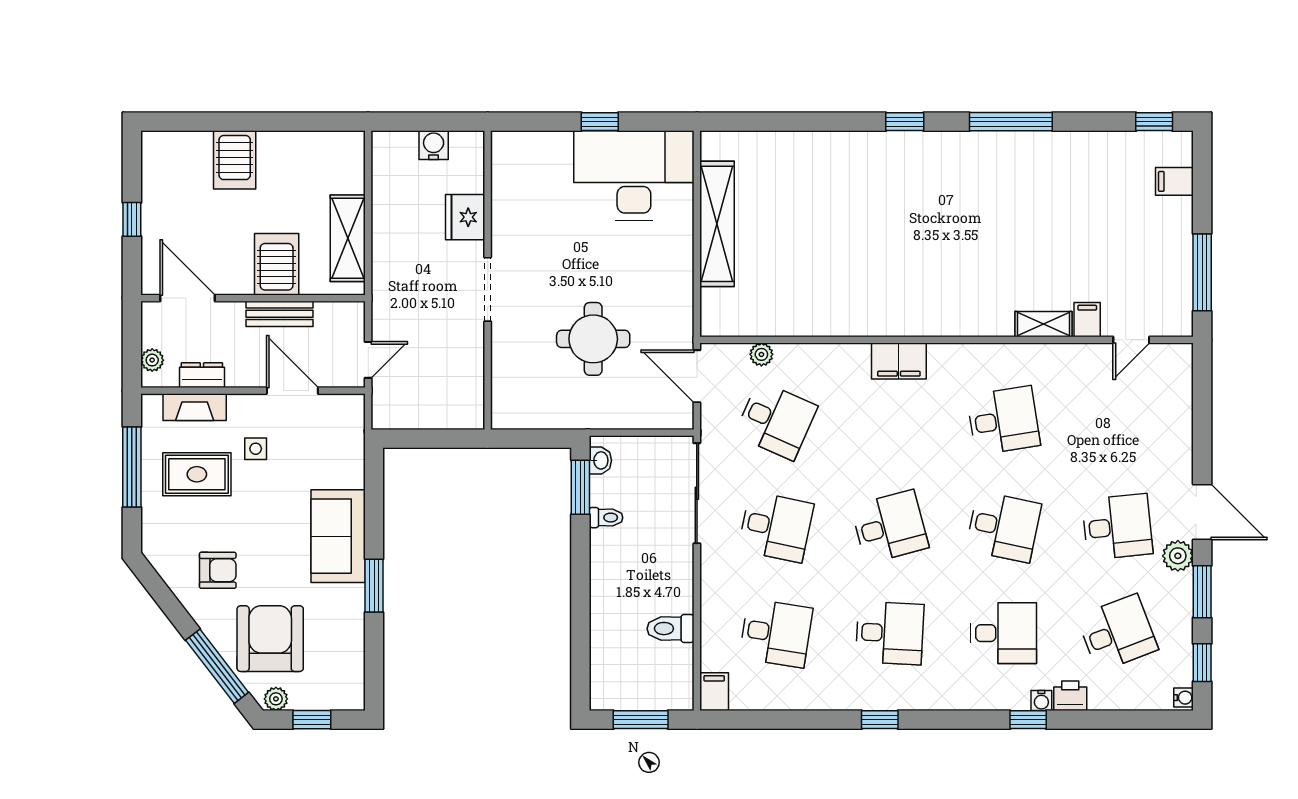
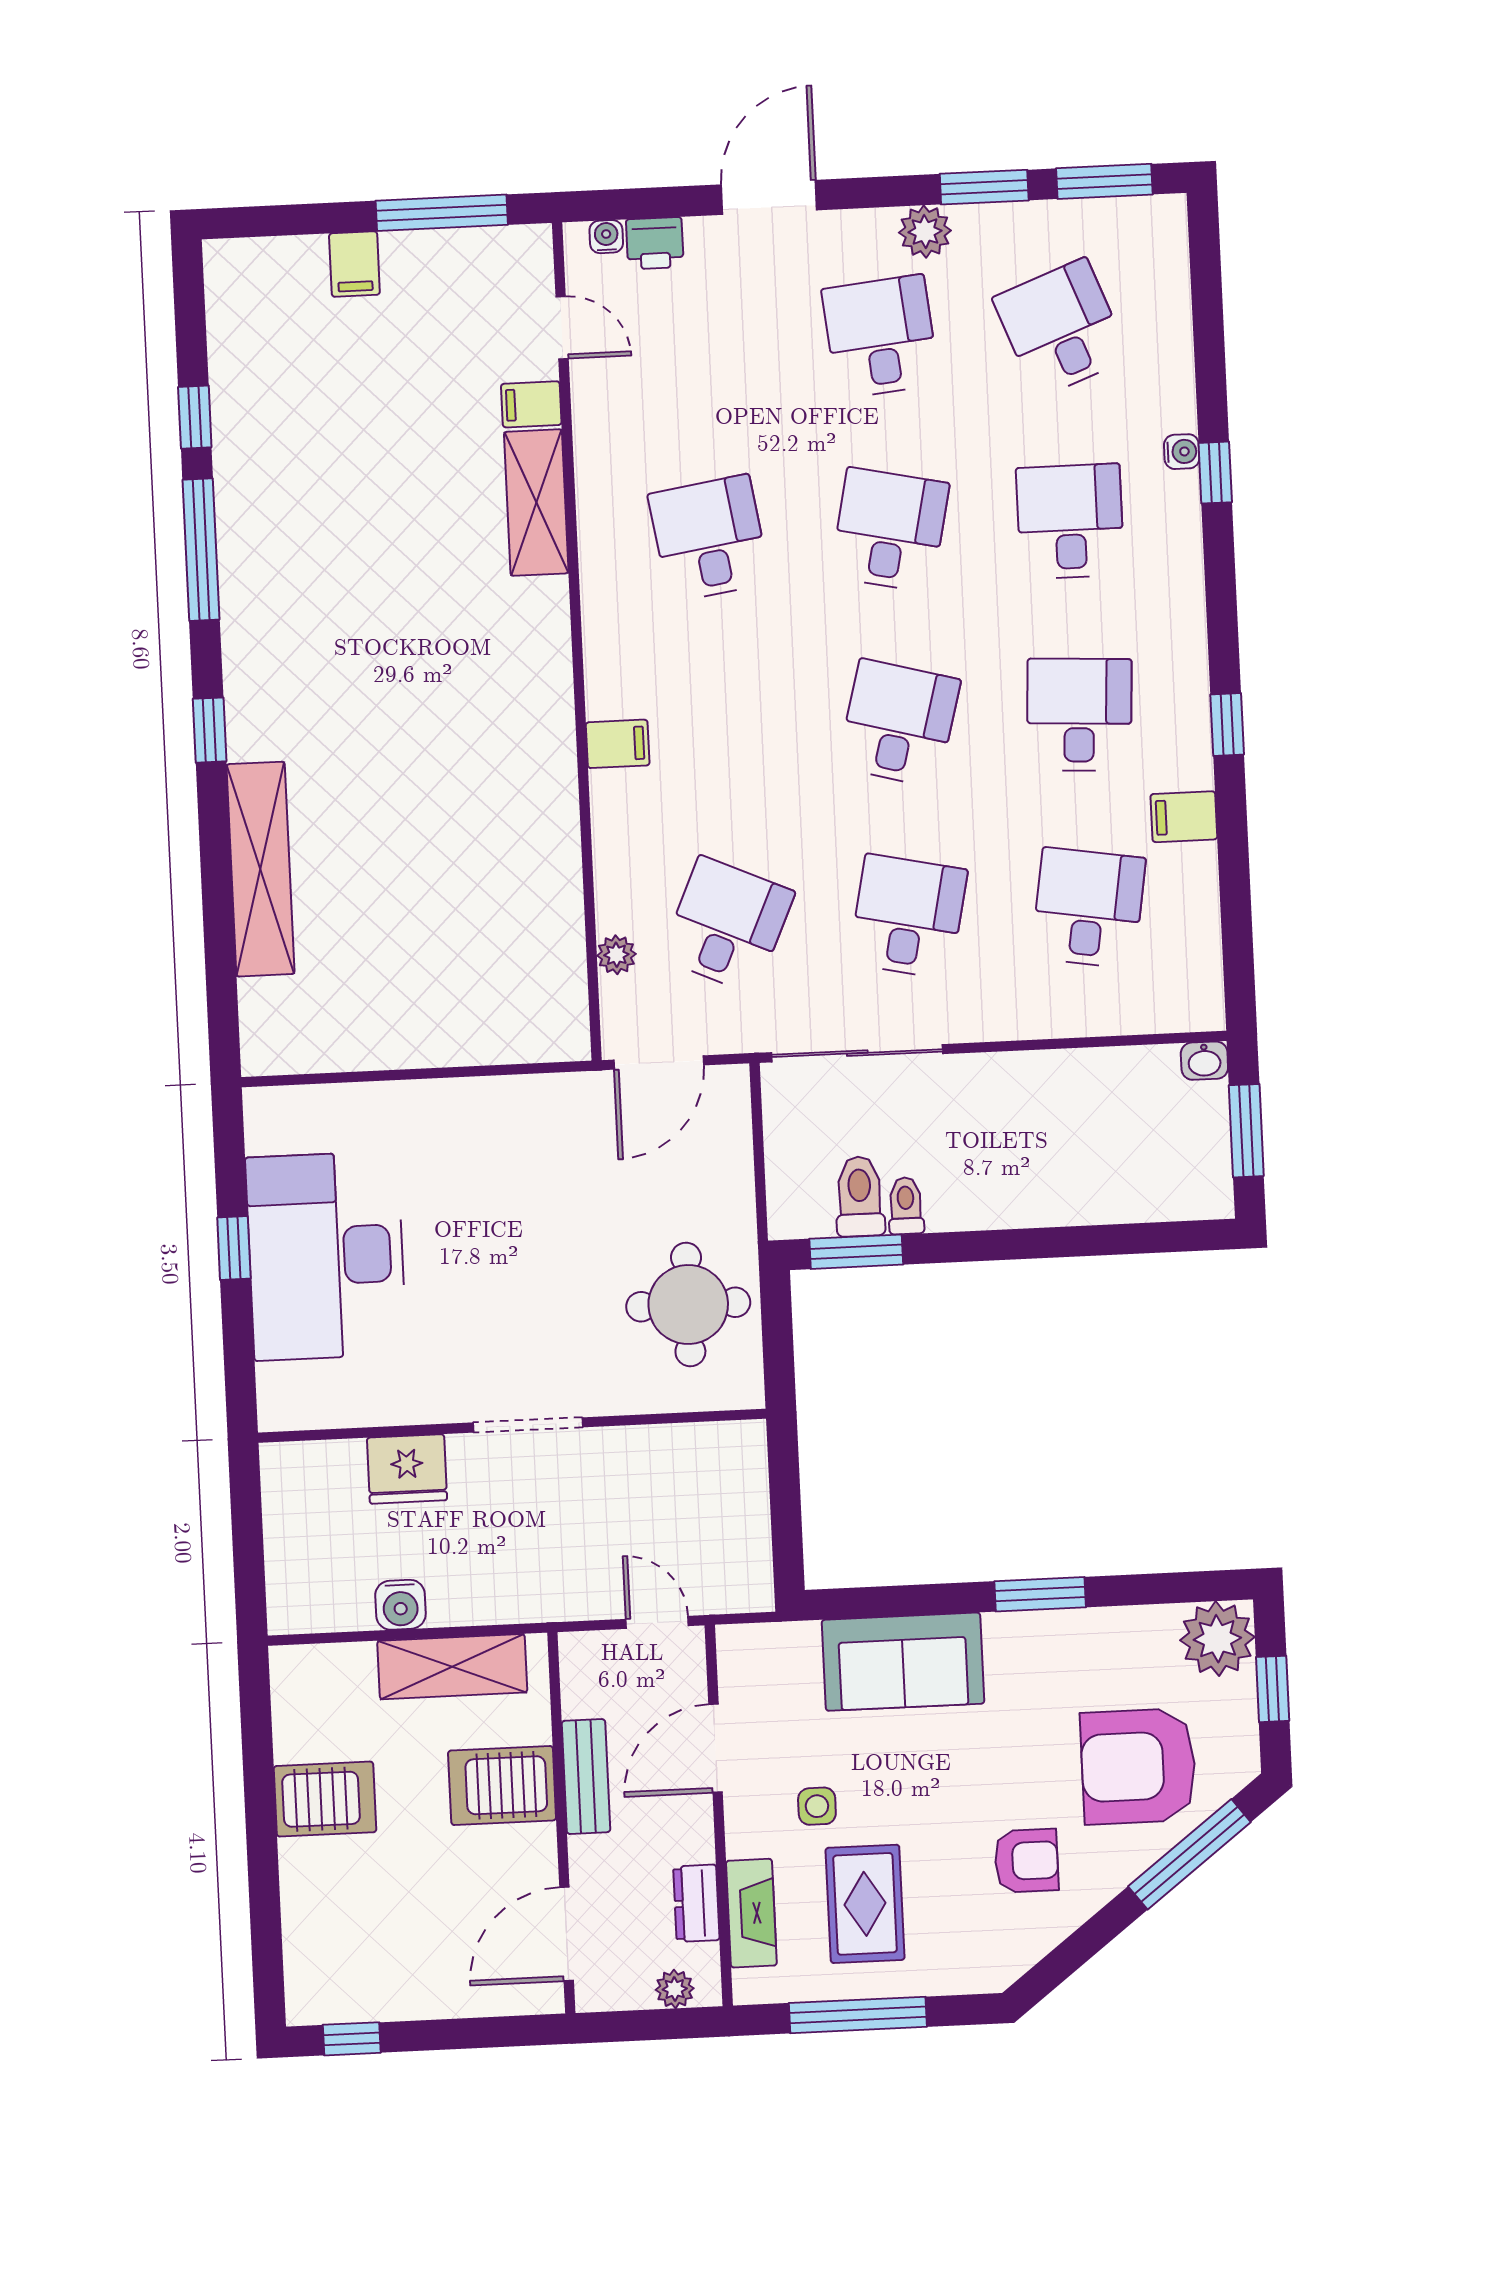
window: (1154, 122) -> (195, 417), moved
water cooler: (434, 145) -> (400, 1605), moved, turned -90
server rack: (235, 160) -> (325, 1799), moved
desk: (634, 176) -> (326, 1256), moved
filing cabinet: (1174, 181) -> (354, 264), moved
window: (132, 219) -> (352, 2039), moved
shelving: (717, 224) -> (260, 869), moved, turned 90
shelving: (1044, 324) -> (536, 503), width x1.50, depth x1.33
round table: (593, 339) -> (688, 1304), moved
filing cabinet: (899, 361) -> (618, 744), width x0.50
washbasin: (600, 460) -> (1204, 1061), moved, turned 180
door: (1202, 512) -> (769, 197), moved
desk: (890, 527) -> (899, 723), turned 30
sofa: (338, 536) -> (903, 1662), moved
armchair: (218, 570) -> (1026, 1861), turned 90
toilet: (671, 629) -> (860, 1196), moved, turned 180
window: (1202, 663) -> (1104, 181), width x1.50
filing cabinet: (714, 692) -> (1184, 817), moved
printer: (1070, 696) -> (655, 243), moved, turned -90
water cooler: (1184, 698) -> (606, 237), moved
plant: (276, 699) -> (1217, 1639), moved, width x1.87, depth x1.87

